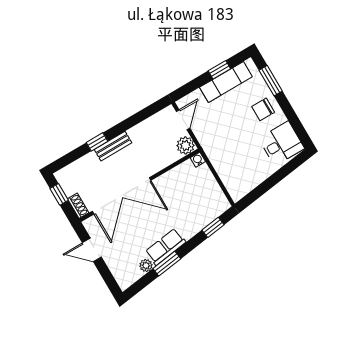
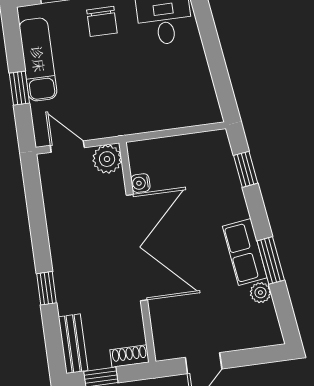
window: (219, 70) -> (19, 88), moved
bench: (113, 146) -> (73, 344), moved
water cooler: (198, 160) -> (140, 183), moved
double door: (122, 196) -> (137, 248), moved

